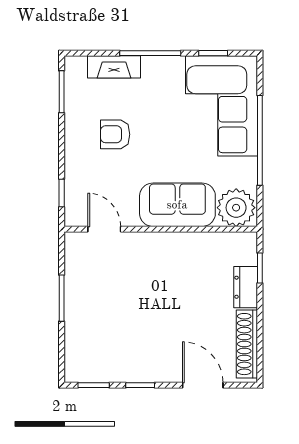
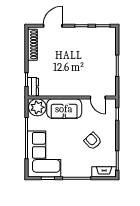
fireplace: (114, 67) -> (104, 172), moved
armchair: (115, 134) -> (93, 141), turned -133
dresser: (246, 287) -> (33, 87), moved
door: (203, 385) -> (53, 26), swing flipped

